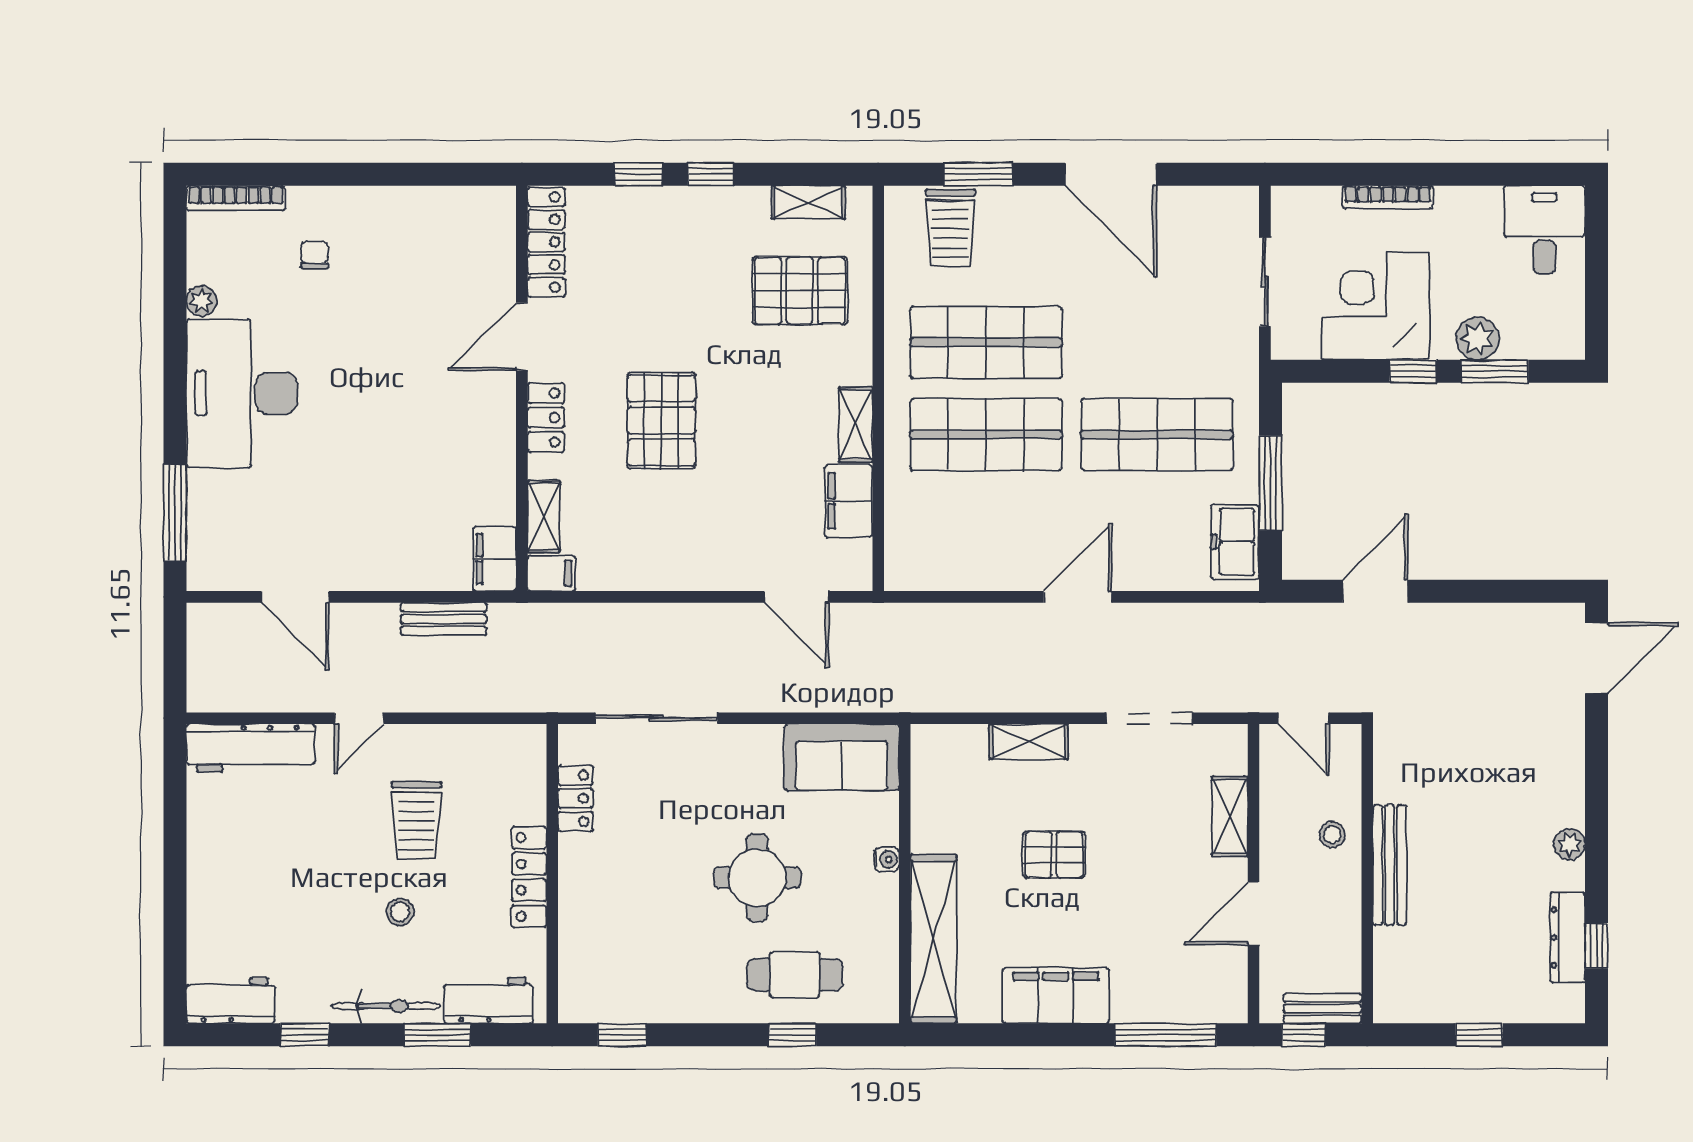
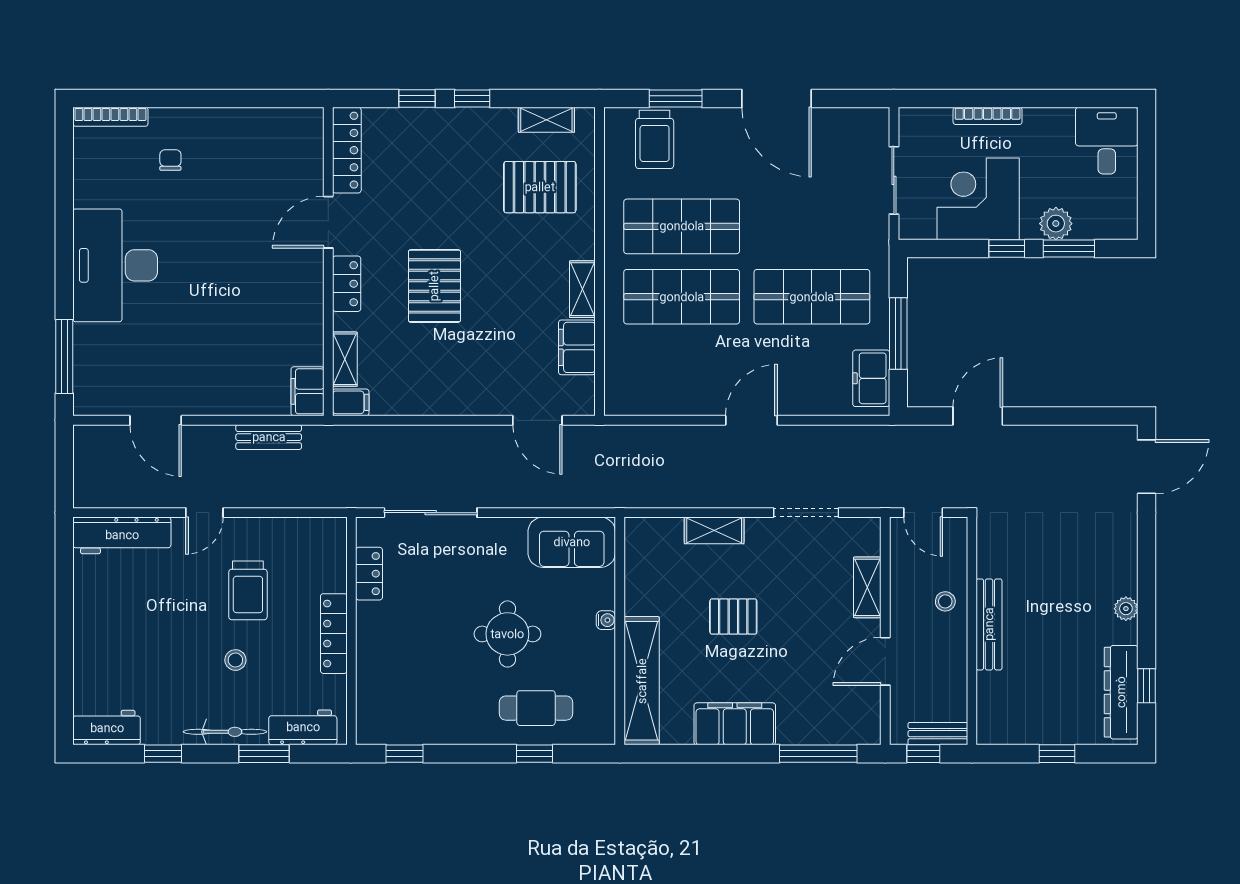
plant: (202, 301) -> (84, 195), removed
dresser: (1568, 938) -> (1121, 692), width x1.37, depth x1.24

